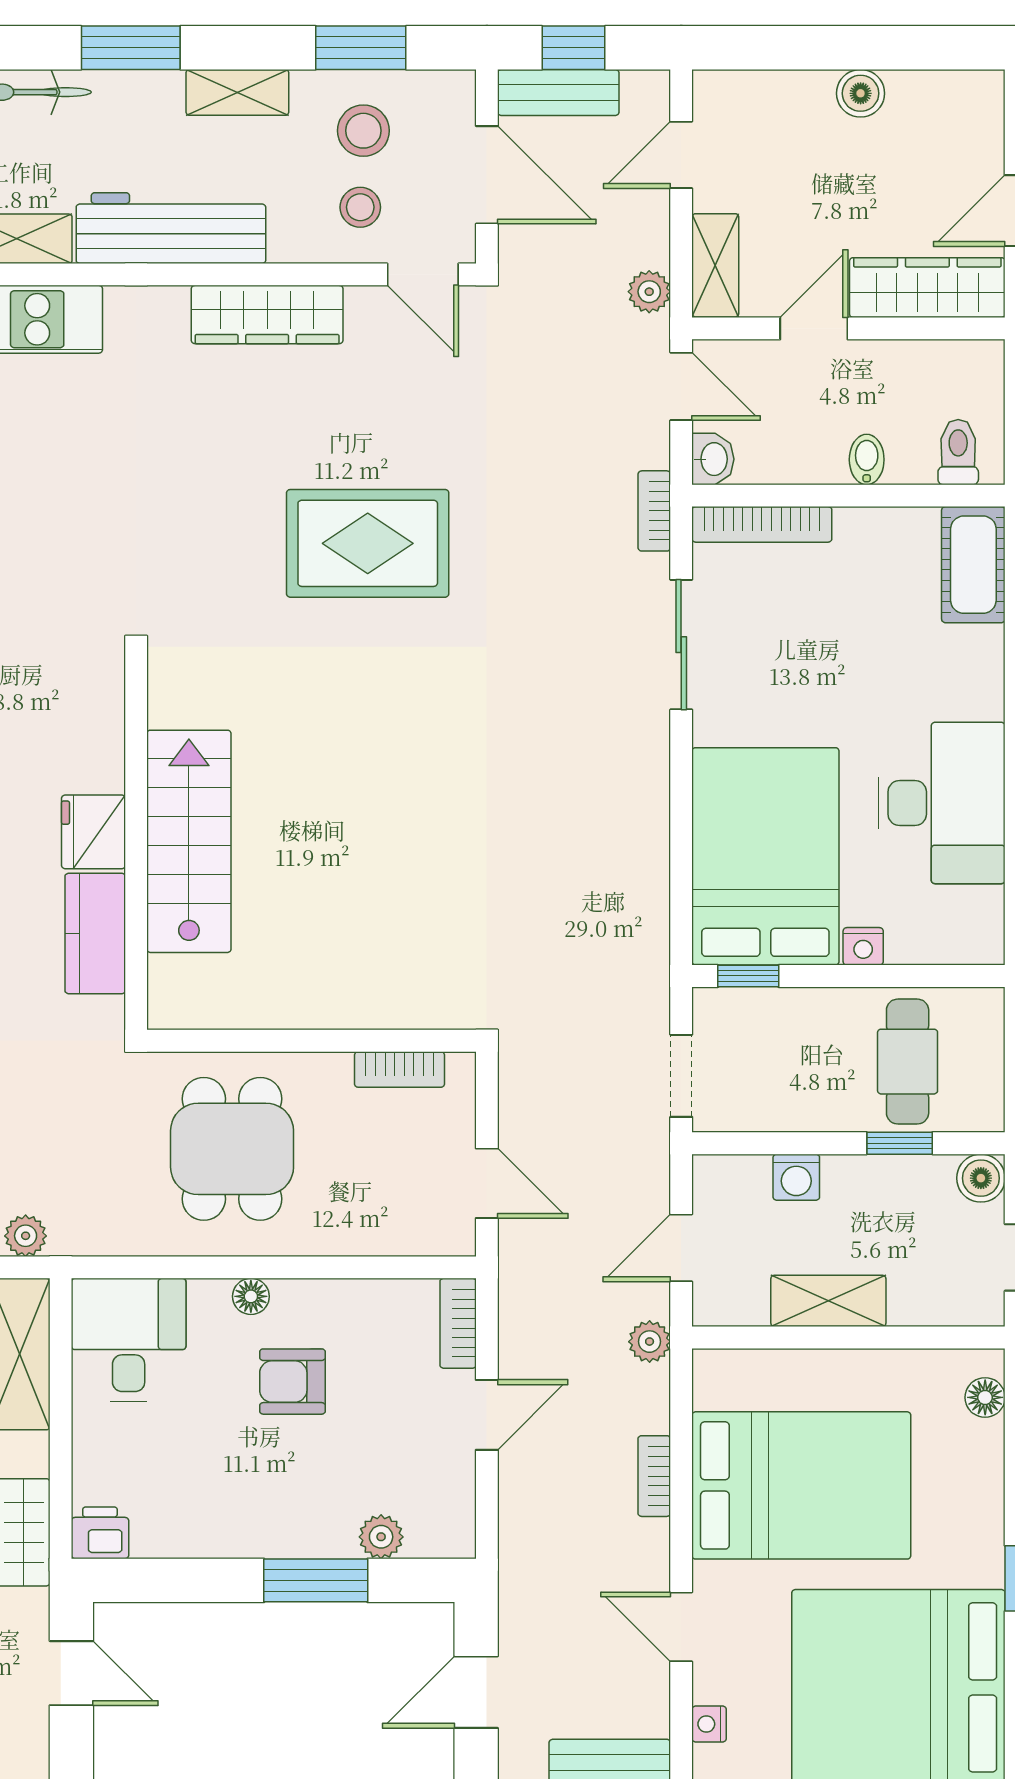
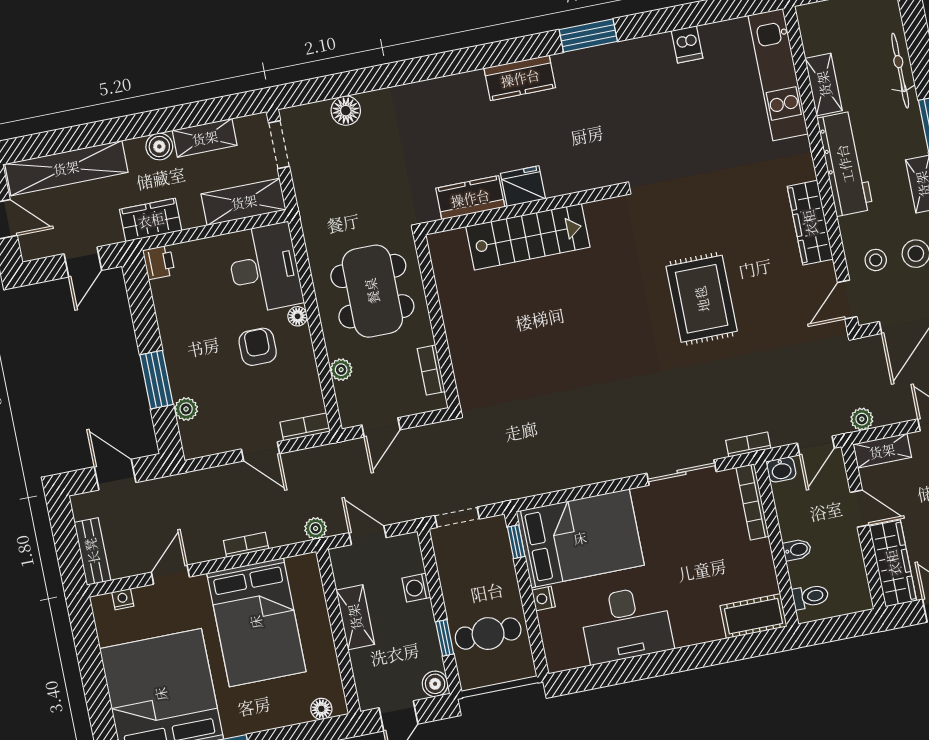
dining table: (232, 1149) -> (372, 291), width x1.37
plant: (26, 1236) -> (341, 370), moved
desk: (129, 1340) -> (264, 268), width x1.37

